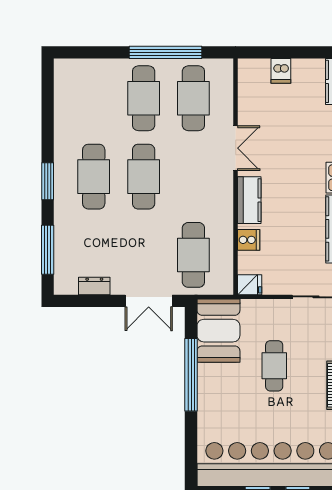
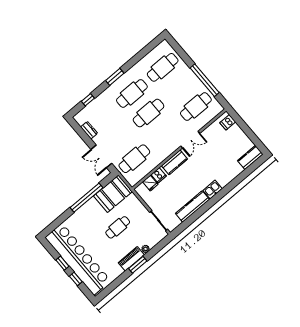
dishwasher: (281, 71) -> (228, 122), moved
cafe table: (144, 98) -> (163, 67), moved
window: (48, 250) -> (88, 100), width x0.46
fridge: (250, 285) -> (150, 183), moved

